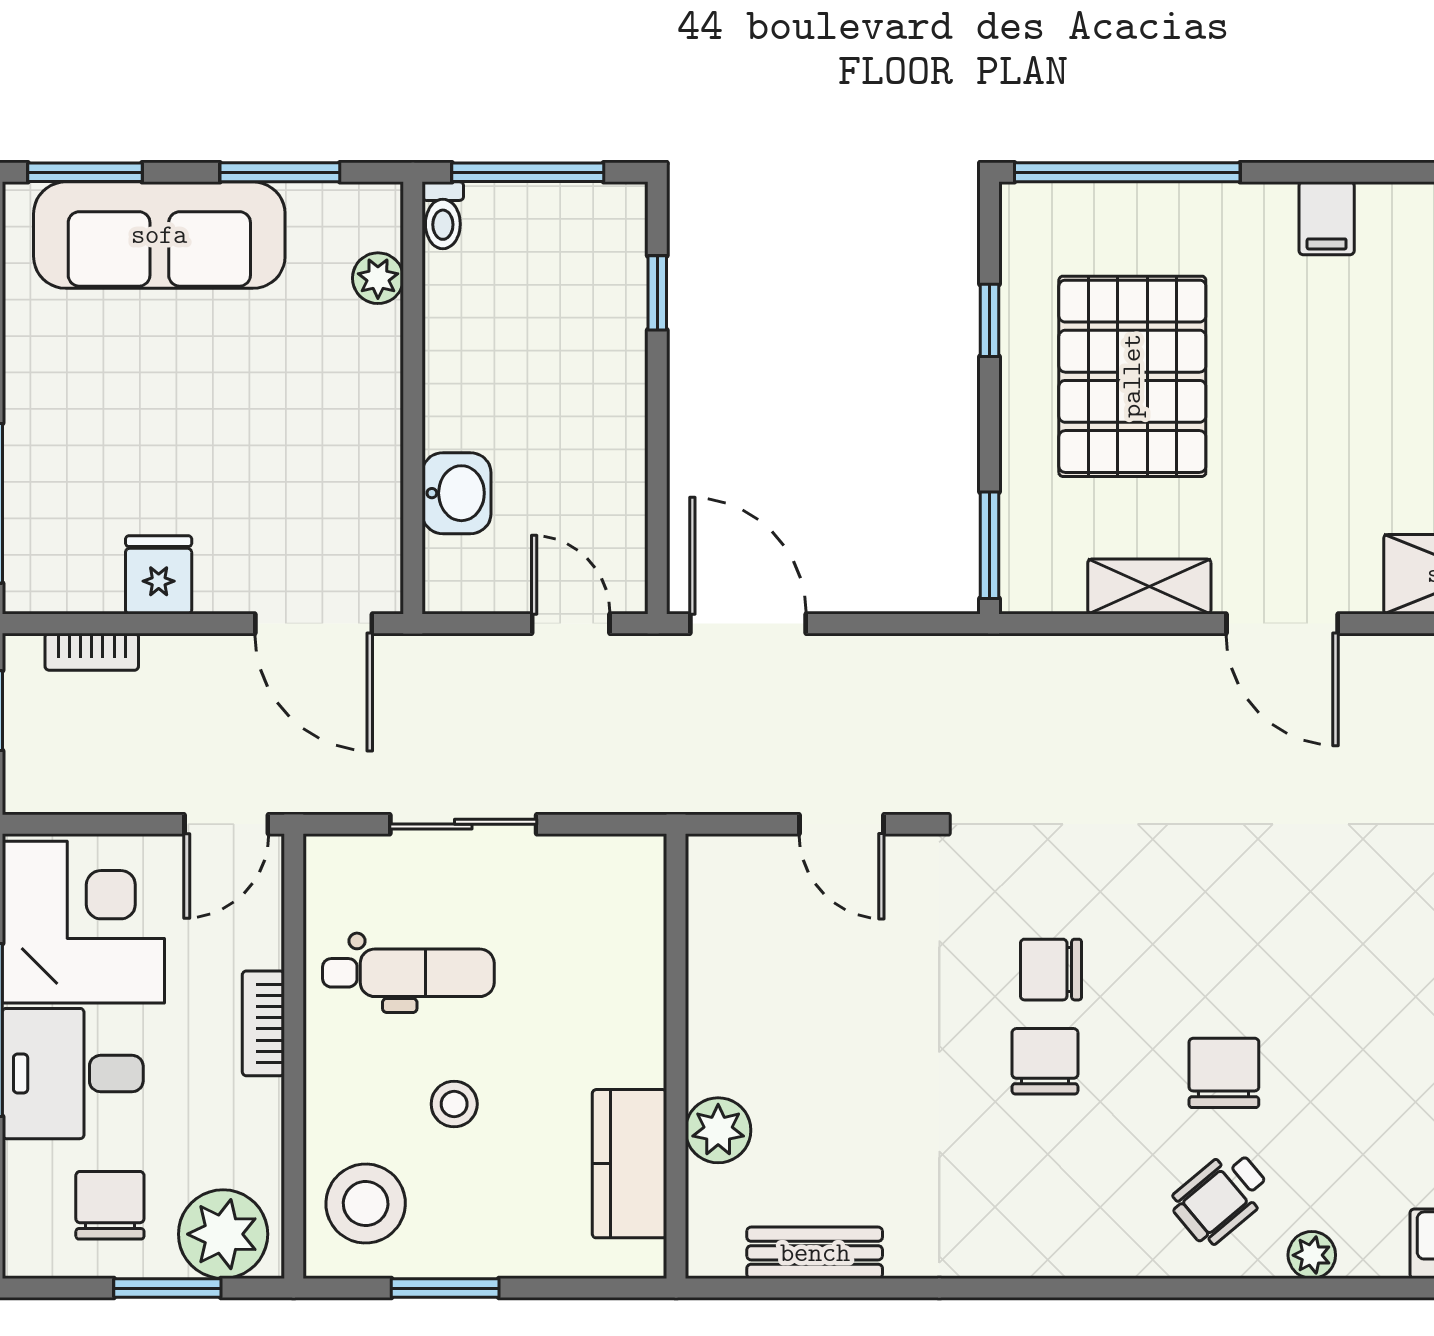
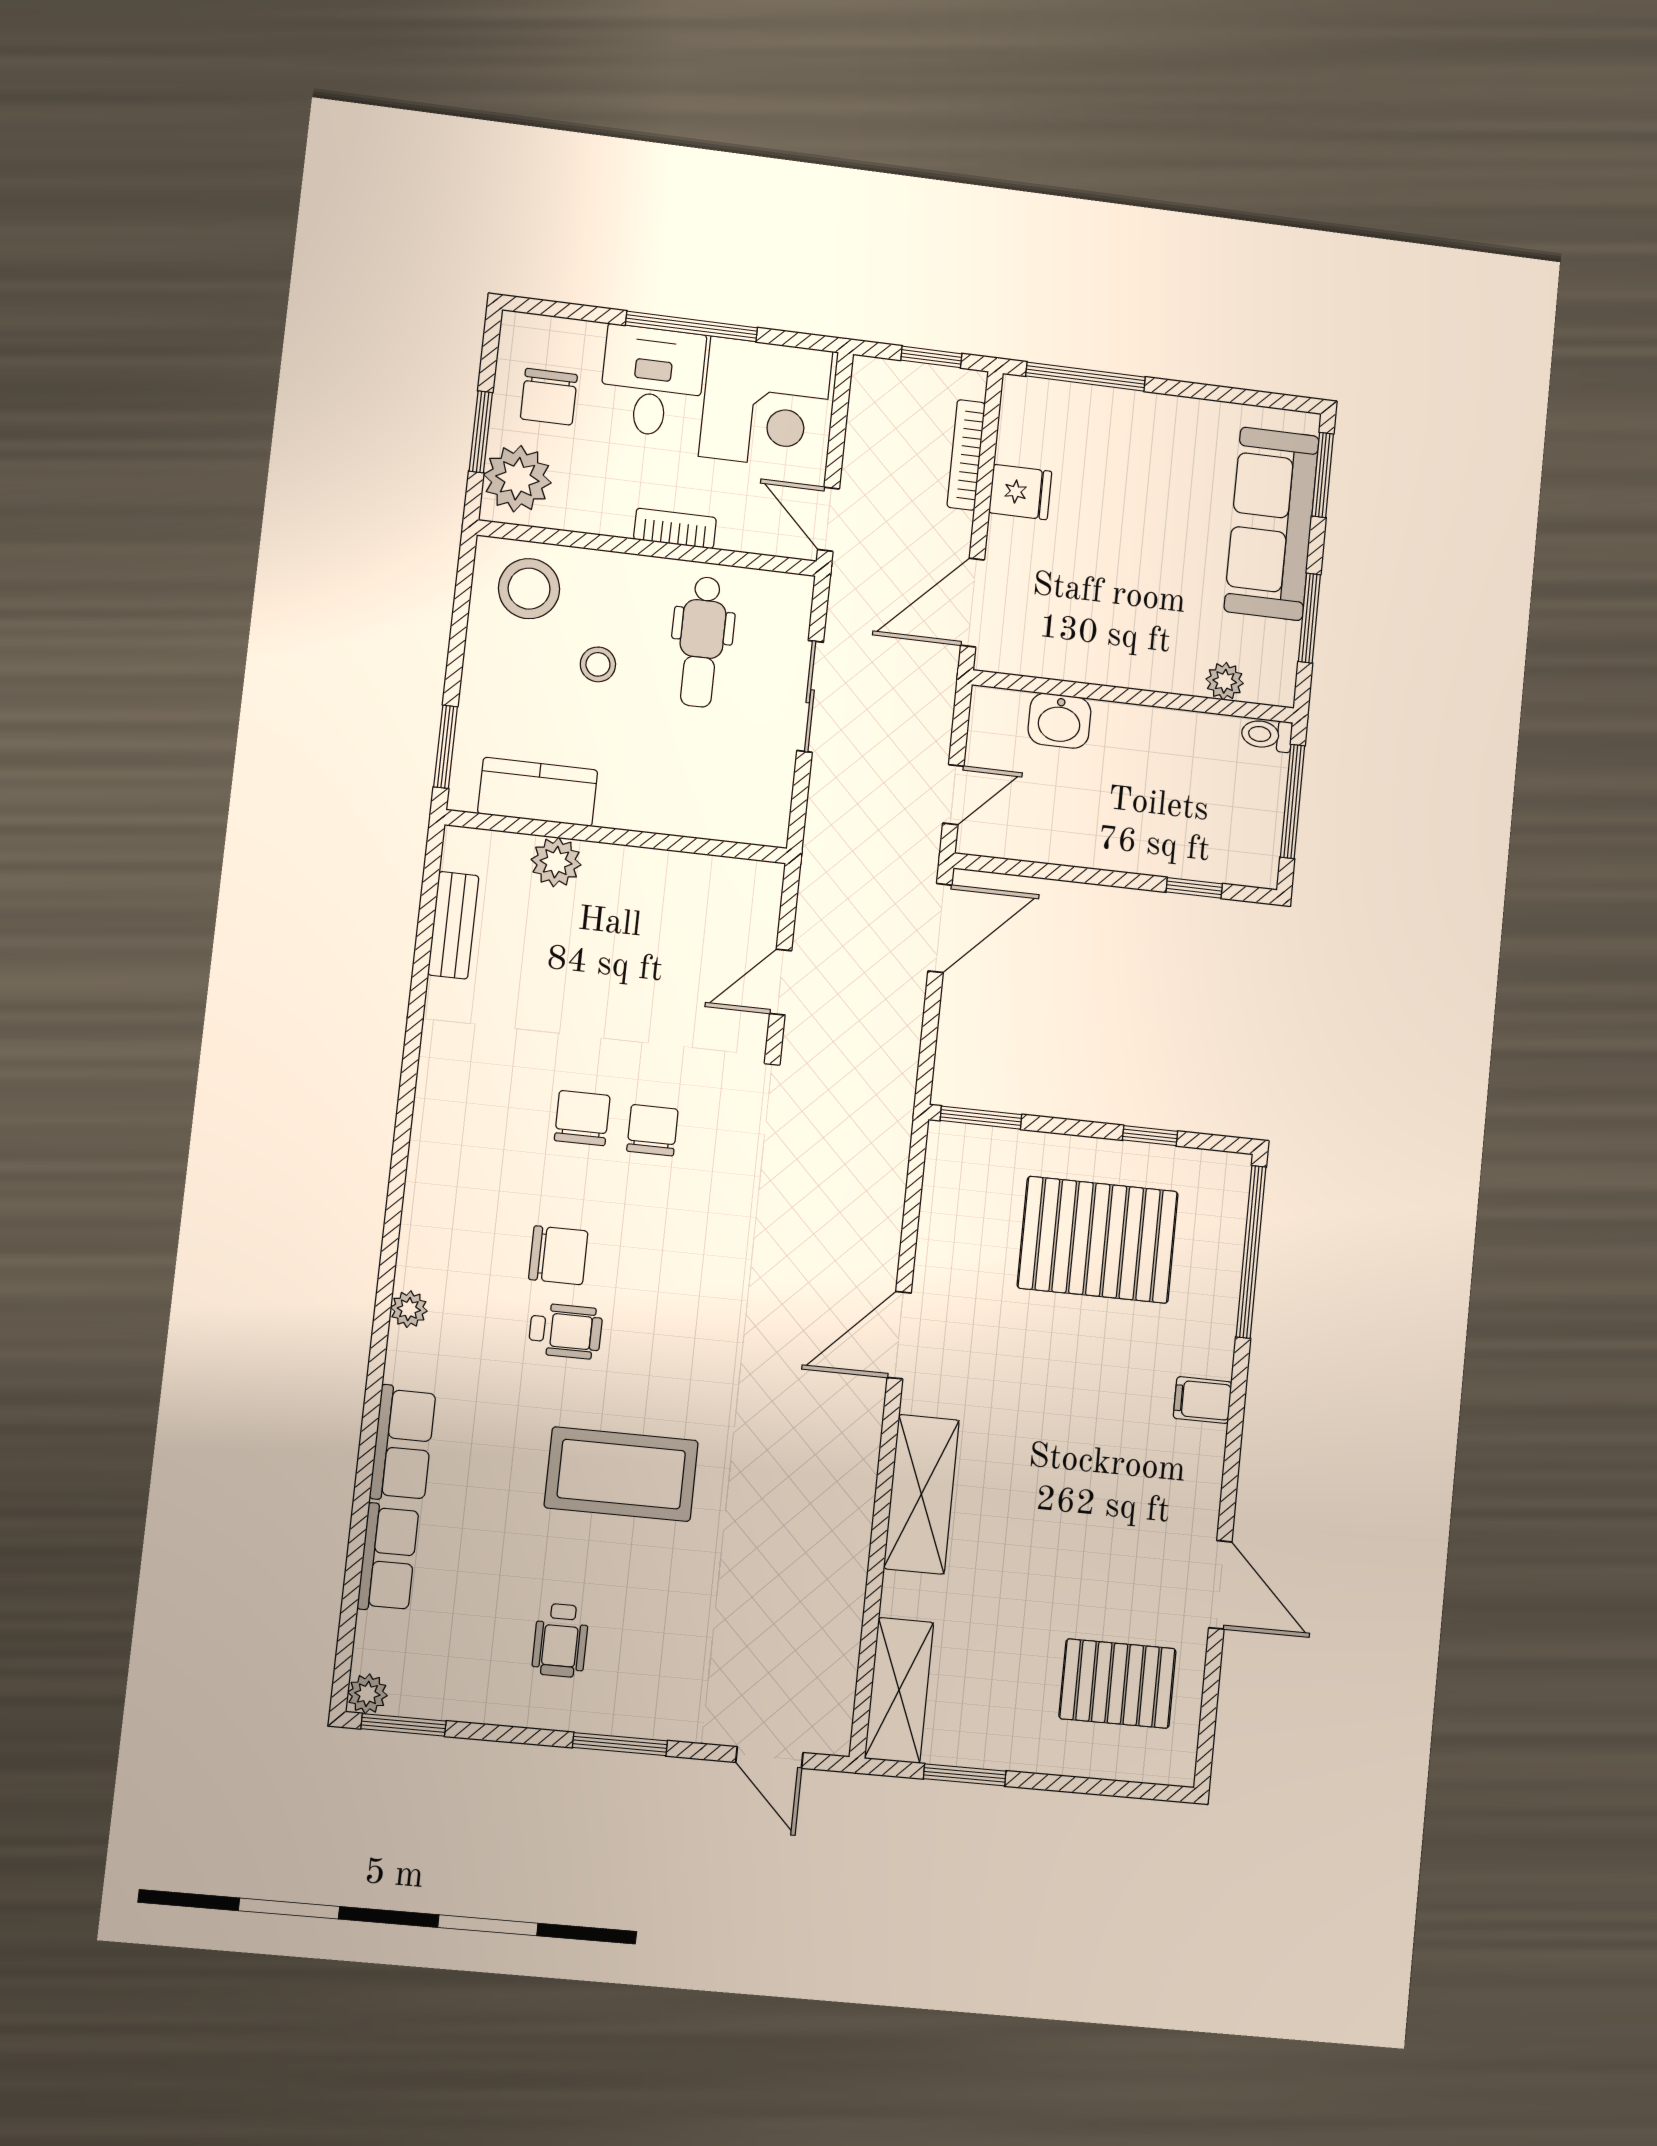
shelving: (1149, 587) -> (938, 1236), removed
bookcase: (92, 652) -> (966, 455), width x1.56
chair: (1045, 1061) -> (582, 1118), turned -90
wheelchair: (1221, 1197) -> (566, 1331), moved, turned 130
chair: (110, 1205) -> (549, 397), turned 90
window: (445, 1288) -> (446, 747), moved

